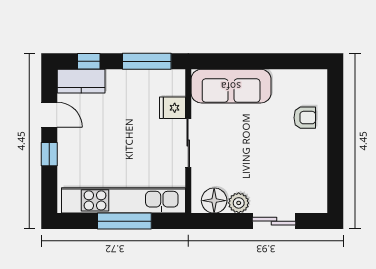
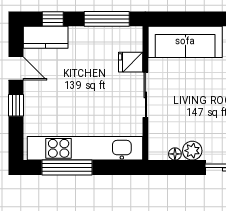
floor lamp: (214, 201) -> (175, 154), width x0.53, depth x0.53
window: (124, 221) -> (67, 168), moved

